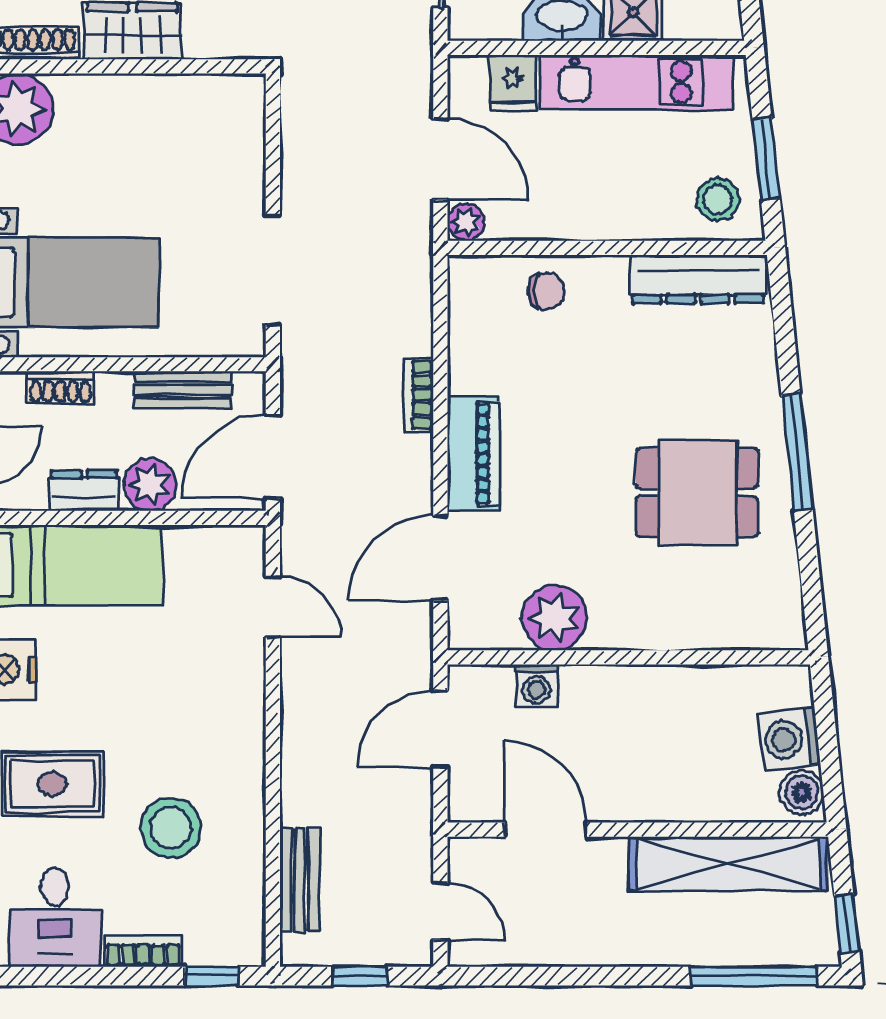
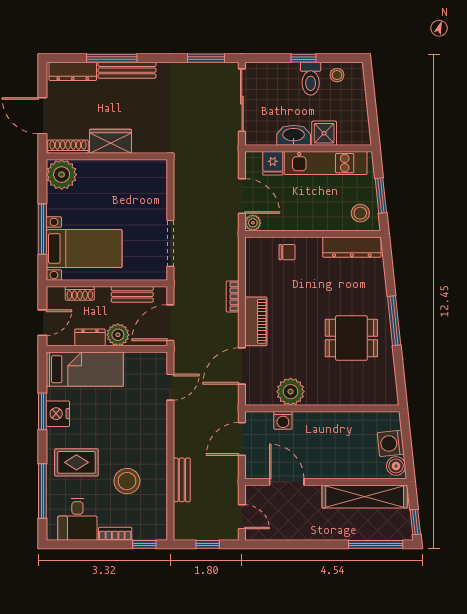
door: (273, 607) -> (170, 387), hinge flipped
bench: (300, 880) -> (182, 480), moved

